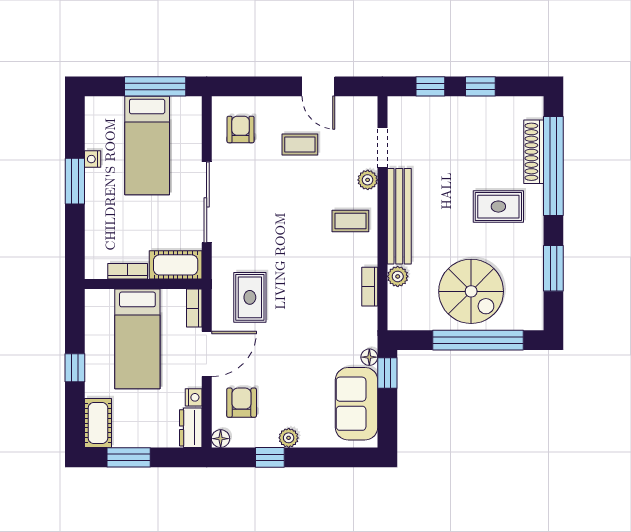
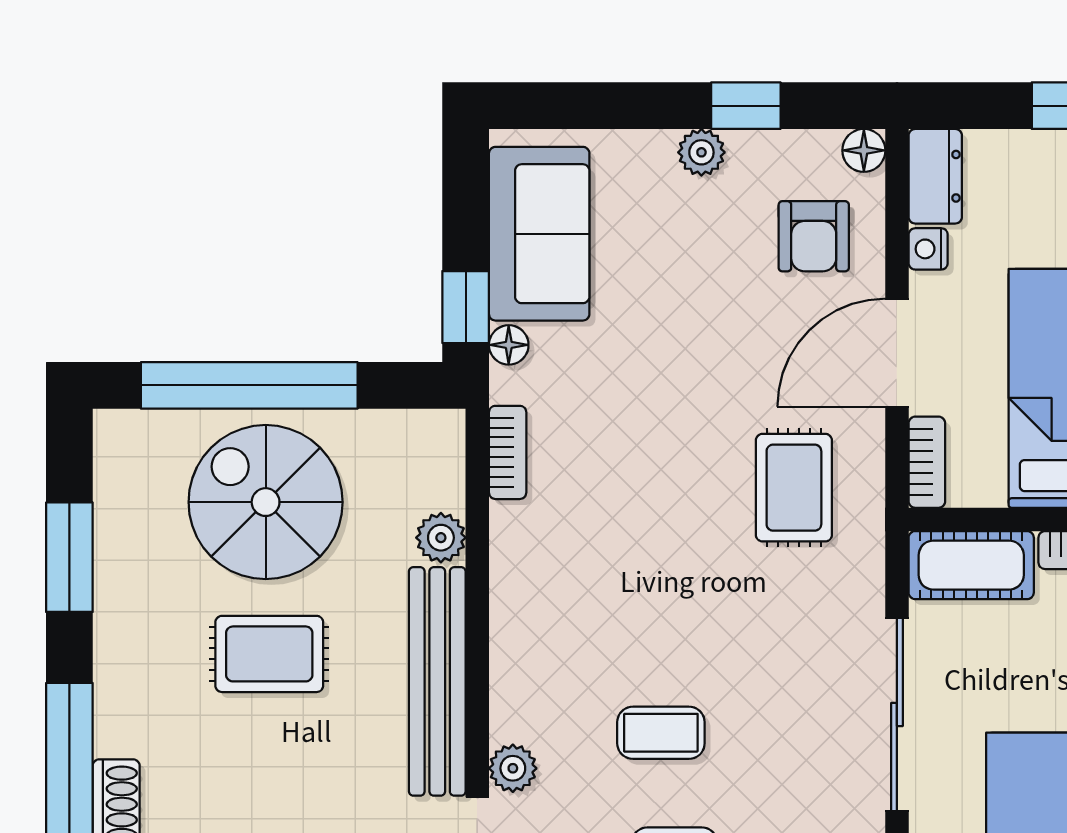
rug: (498, 207) -> (269, 654), moved
coffee table: (350, 221) -> (661, 733), moved
bookcase: (370, 287) -> (508, 452), moved

